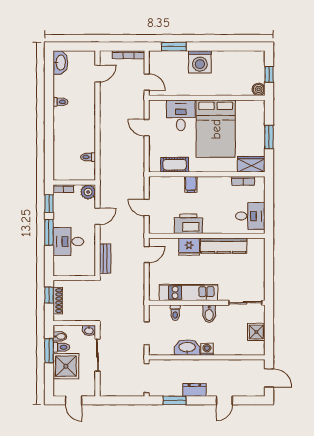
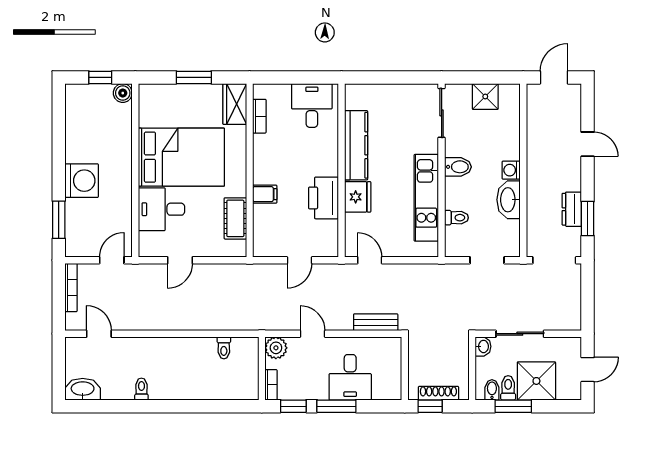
dresser: (194, 390) -> (572, 209), moved

